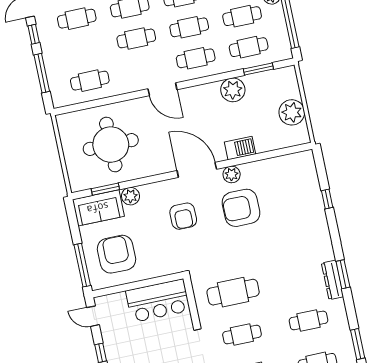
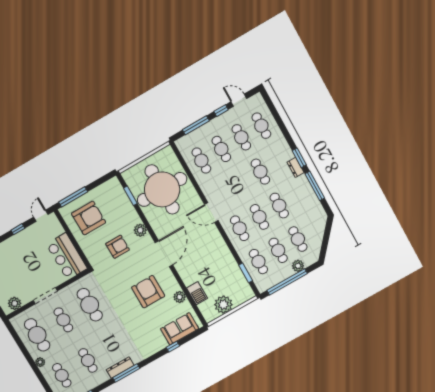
cafe table: (136, 38) -> (221, 149), moved
door: (162, 89) -> (211, 212), hinge flipped
plant: (233, 90) -> (226, 260), removed
round table: (111, 145) -> (162, 189), width x1.36, depth x1.36
barbecue: (240, 148) -> (197, 293), moved
plant: (232, 174) -> (180, 297), moved
plant: (131, 196) -> (140, 230), moved
sofa: (98, 208) -> (180, 329), moved, turned 90
armchair: (183, 216) -> (118, 247), moved, turned 180
window: (343, 274) -> (126, 373), width x1.44

